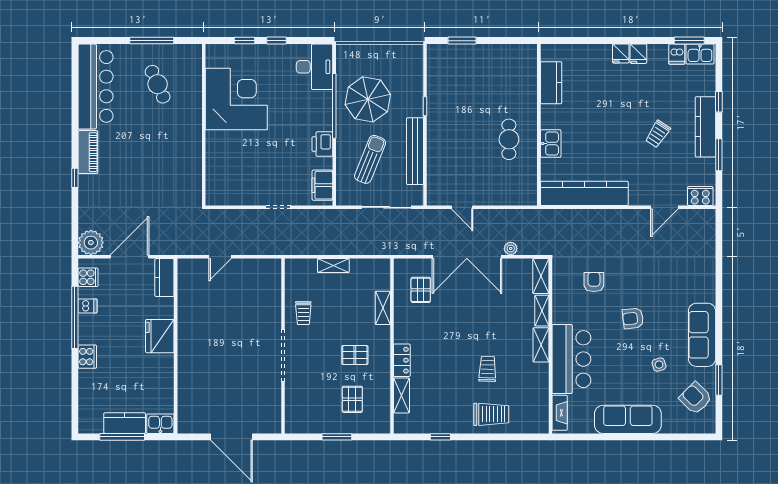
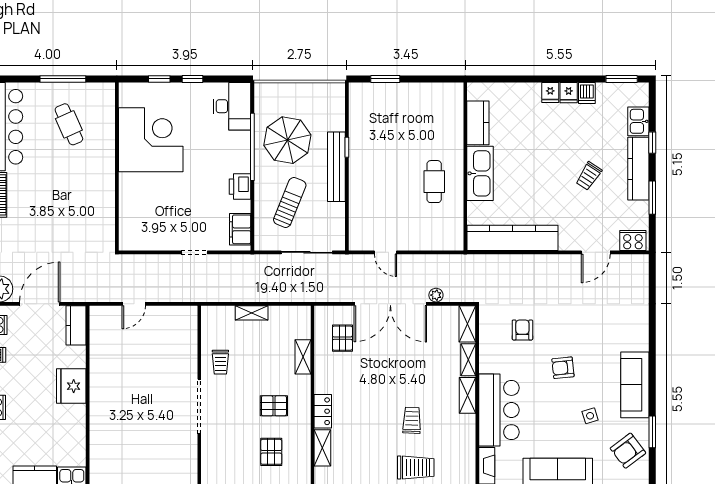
dishwasher: (677, 54) -> (587, 93), moved
kitchen sink: (700, 54) -> (638, 121), moved, turned 90
kitchen sink: (551, 144) -> (480, 173), width x1.88, depth x1.24
bench: (415, 151) -> (336, 167), moved
armchair: (695, 398) -> (628, 451), turned -82

